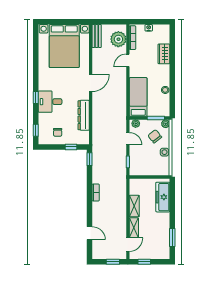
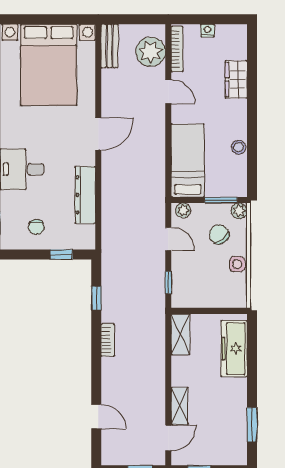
door: (128, 60) -> (168, 92), swing flipped
window: (90, 159) -> (96, 298), moved
shelving: (134, 206) -> (180, 334), moved

